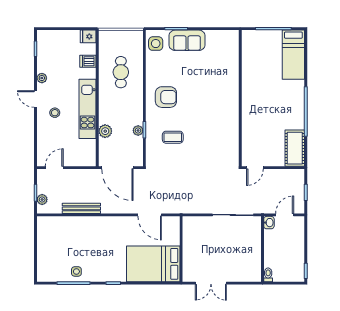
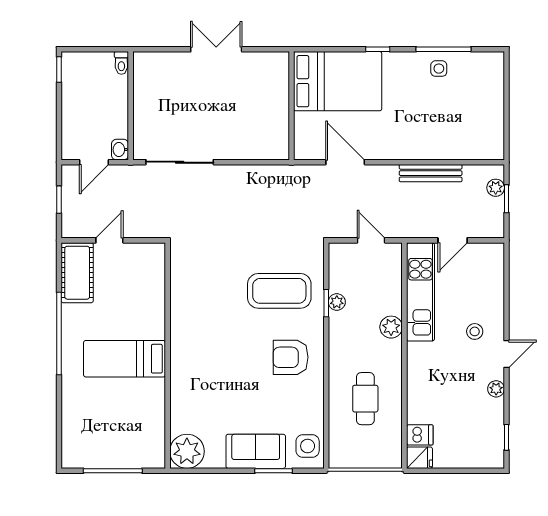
plant: (229, 40) -> (187, 451), added
bed: (293, 55) -> (125, 359), moved, turned -90
dishwasher: (88, 61) -> (420, 435), moved
door: (36, 99) -> (507, 354), hinge flipped
kitchen unit: (87, 109) -> (420, 292), moved
plant: (105, 131) -> (391, 327), moved
coffee table: (173, 137) -> (279, 291), width x1.86, depth x1.72
door: (54, 168) -> (453, 240), moved
door: (117, 168) -> (371, 240), width x0.53
door: (255, 168) -> (109, 240), moved
door: (150, 215) -> (345, 162), moved
wall: (181, 249) -> (291, 106), moved
bed: (153, 264) -> (338, 81), moved

